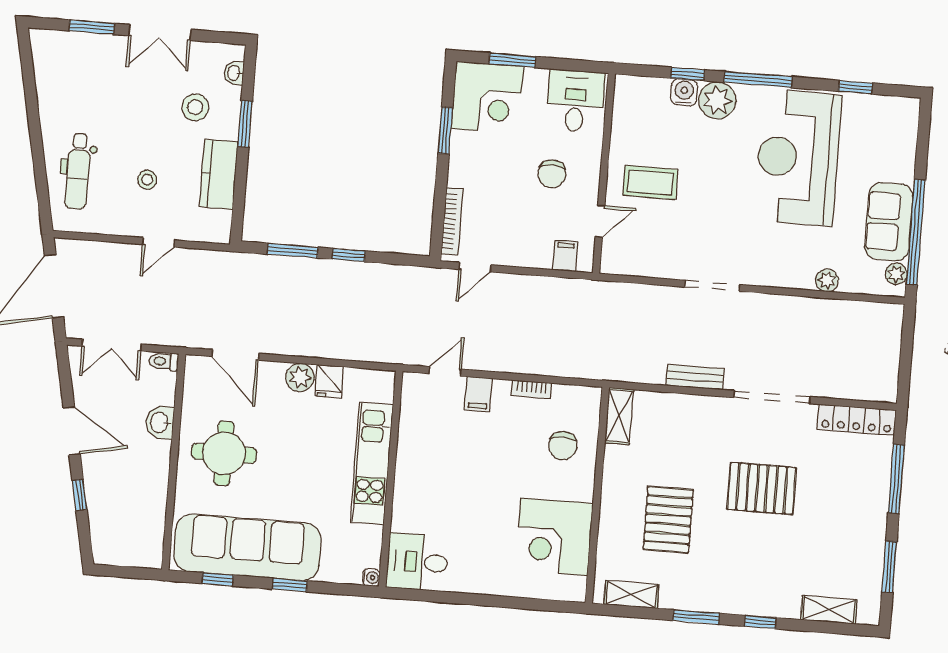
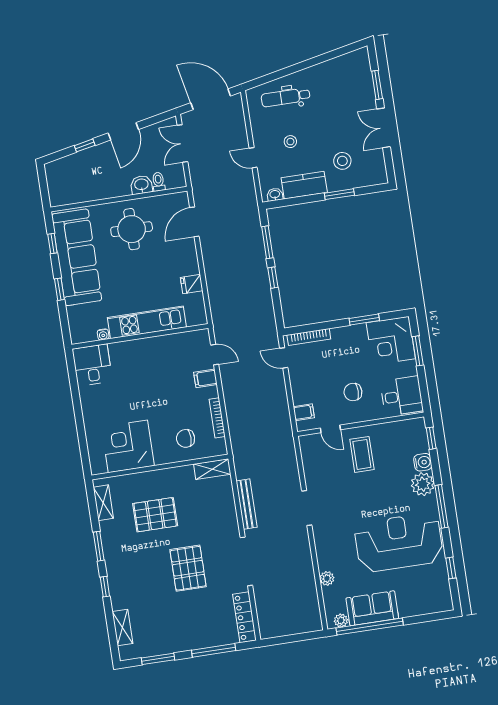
washbasin: (234, 73) -> (275, 195), moved
window: (688, 74) -> (431, 438), moved
toilet: (164, 361) -> (158, 182), moved
plant: (300, 377) -> (190, 265), removed
bench: (695, 377) -> (247, 504), width x1.36
bookcase: (531, 389) -> (217, 418), width x1.56
water cooler: (371, 578) -> (103, 334), moved

